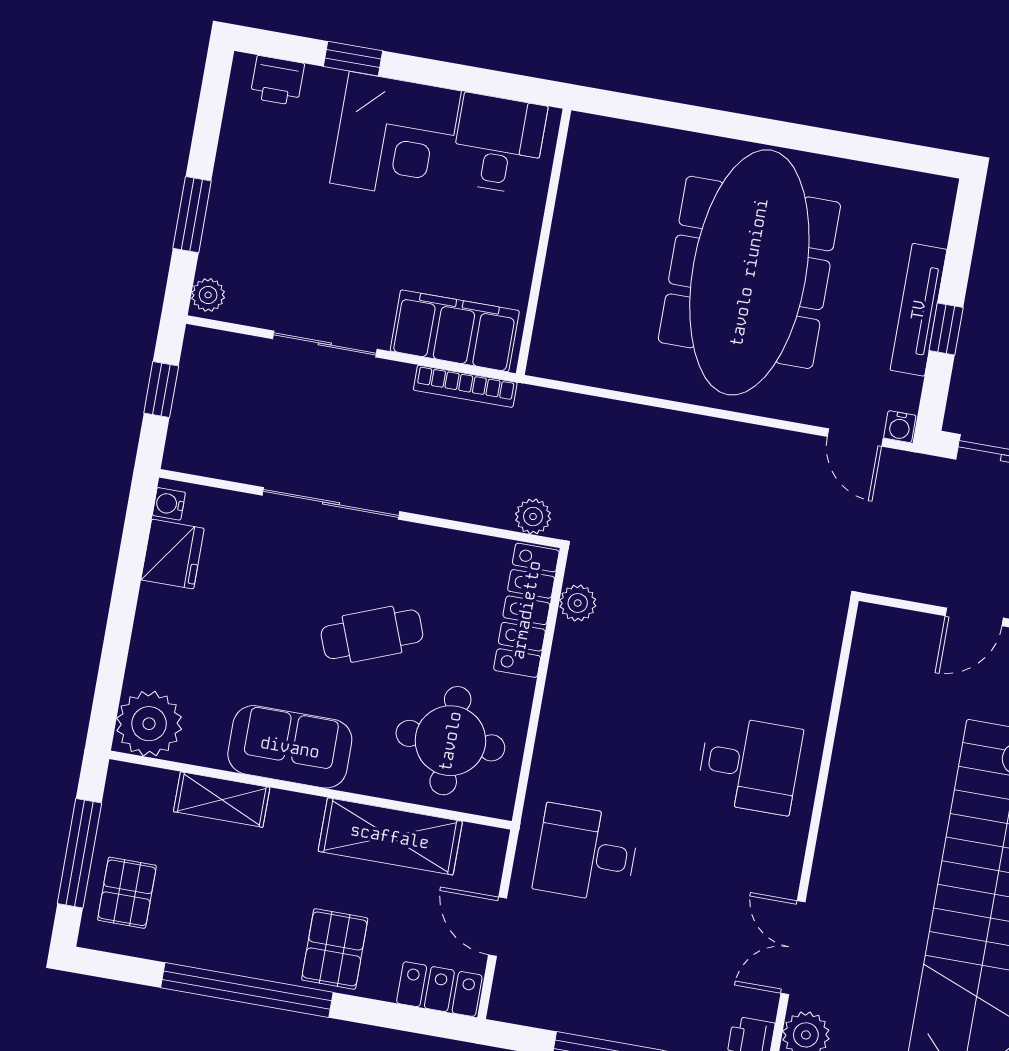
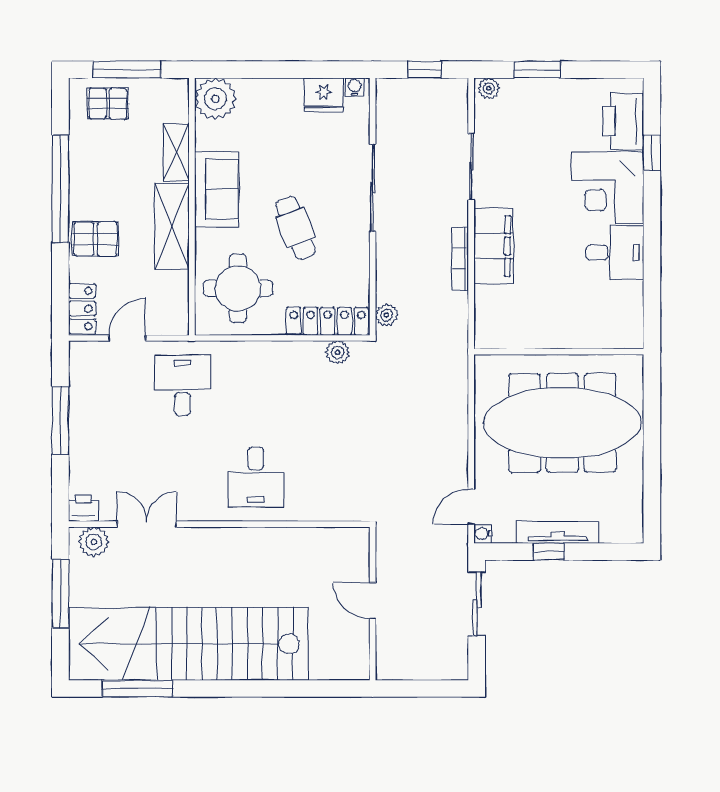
printer: (277, 81) -> (623, 121), width x1.87, depth x1.48
wall: (544, 242) -> (559, 352), moved
shelving: (390, 836) -> (172, 226), moved

